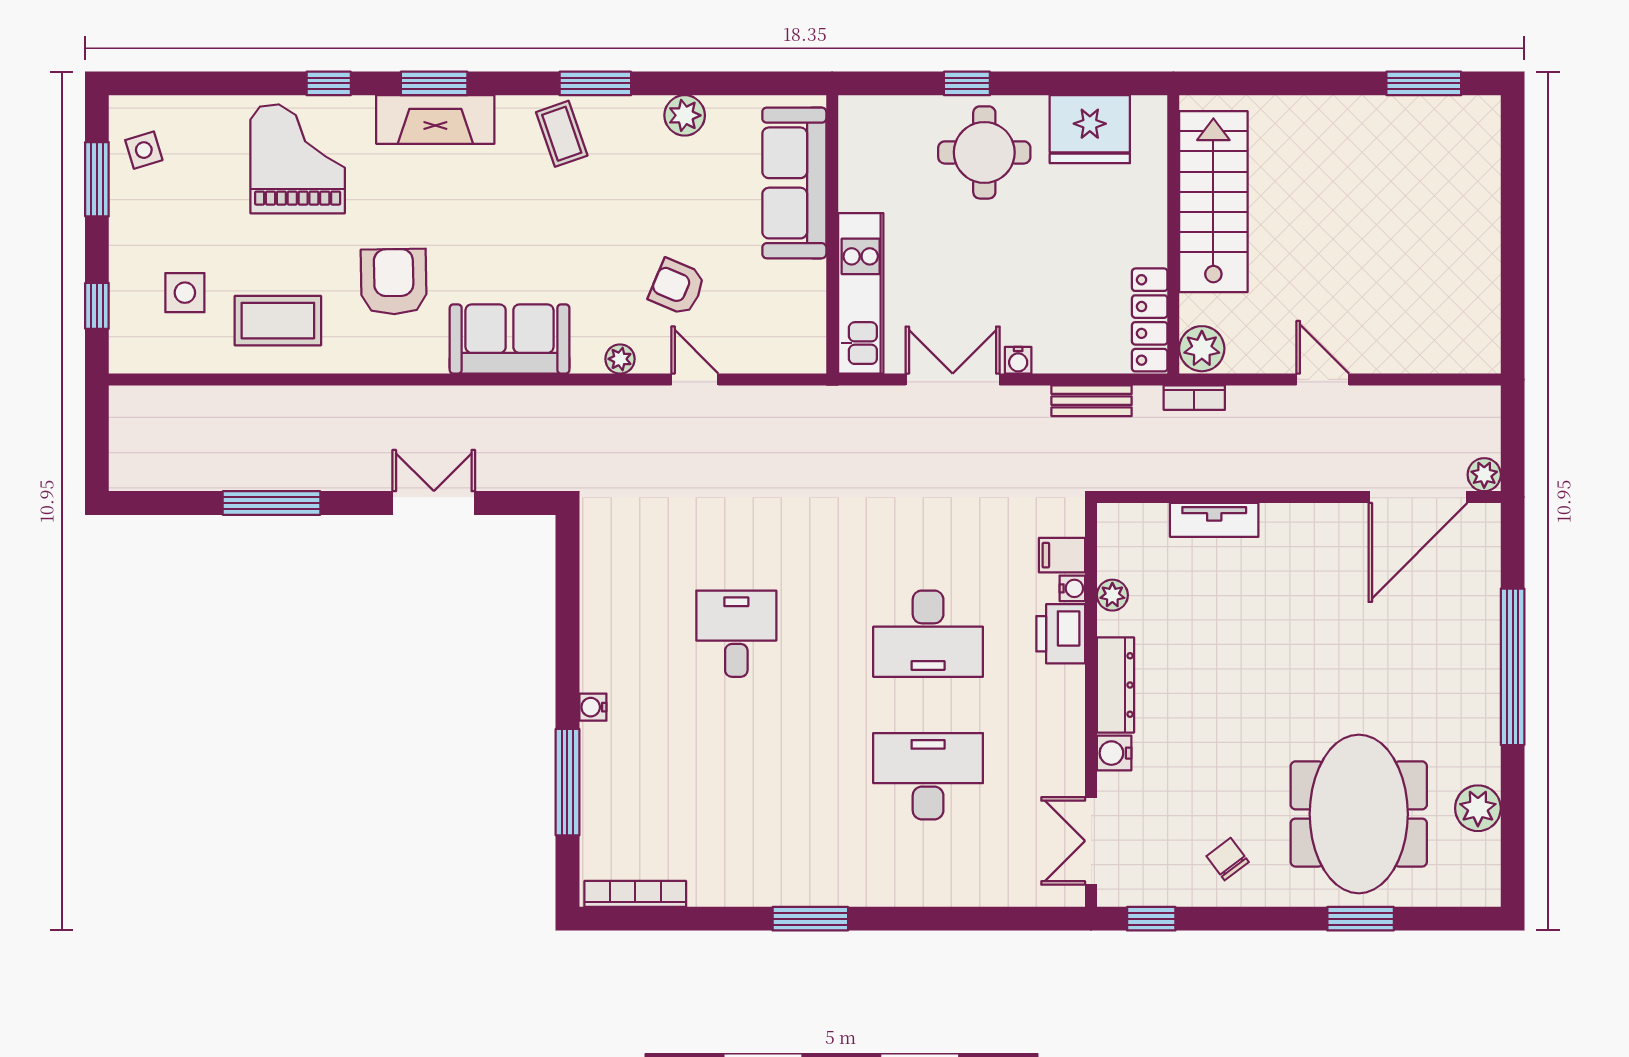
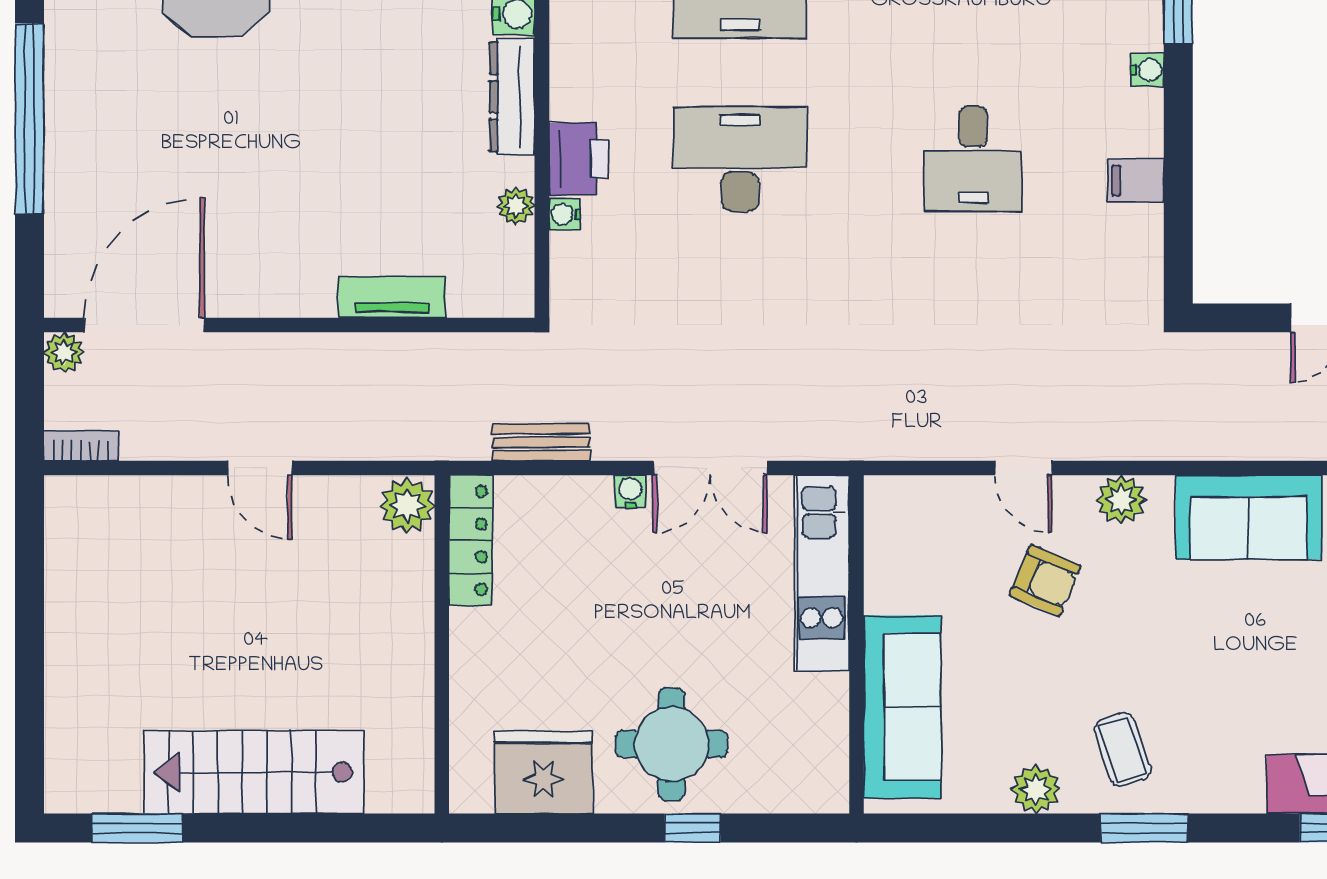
coffee table: (562, 134) -> (1122, 749), moved
stairs: (1213, 202) -> (254, 772), moved, turned 90
plant: (620, 359) -> (1121, 500), width x1.38, depth x1.38
bookcase: (1194, 398) -> (81, 446), moved
filing cabinet: (1062, 555) -> (1136, 180), moved, turned 180

